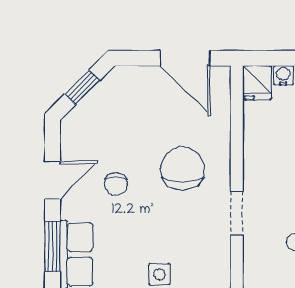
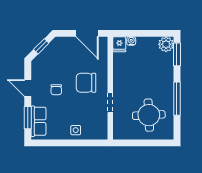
chair: (183, 169) -> (86, 83), turned -90
door: (53, 180) -> (28, 88), swing flipped

